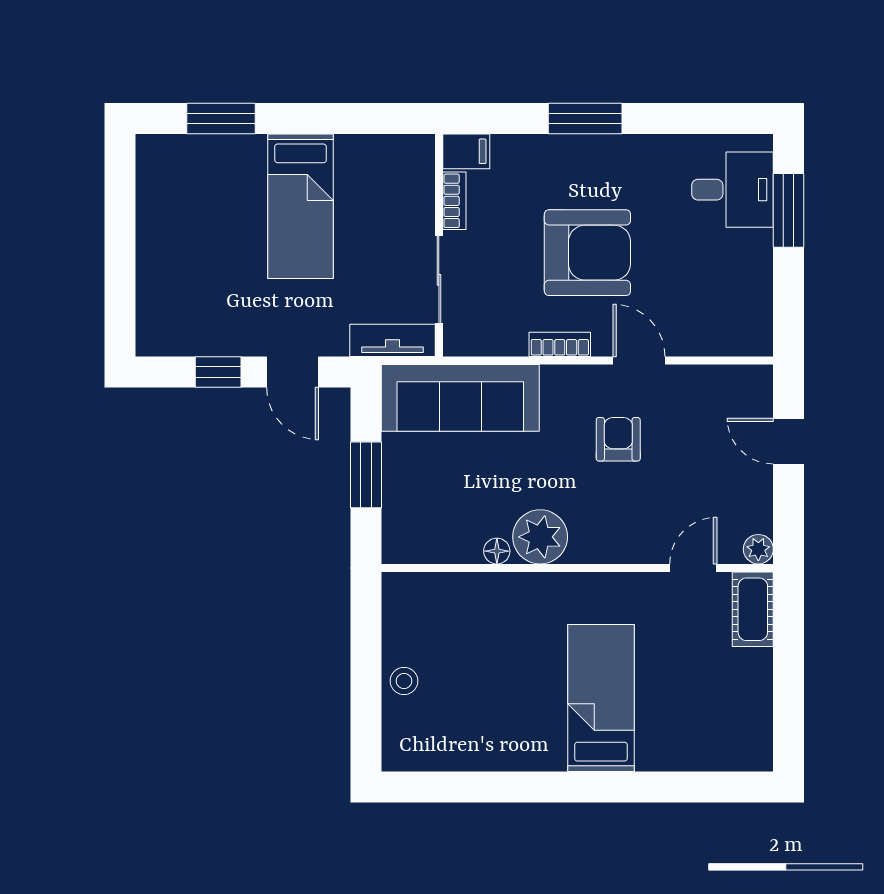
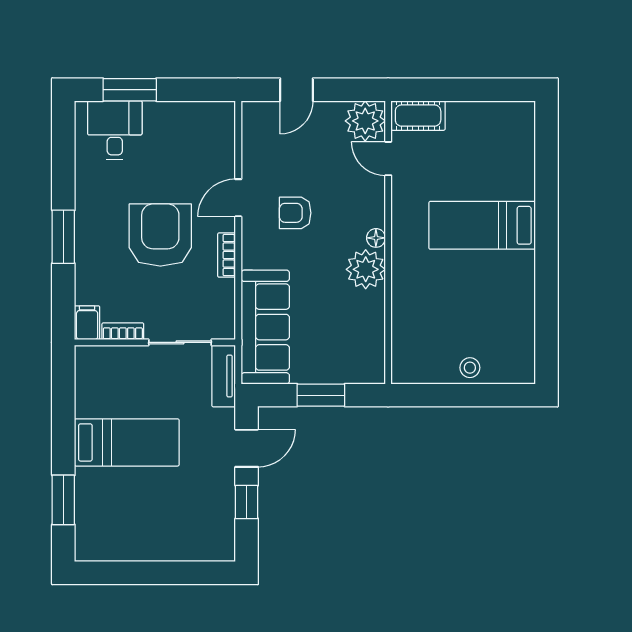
plant: (758, 549) -> (365, 121), width x1.88, depth x1.88
floor lamp: (497, 551) -> (376, 238), moved

